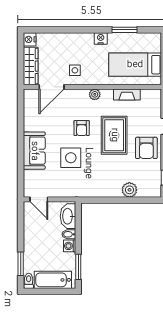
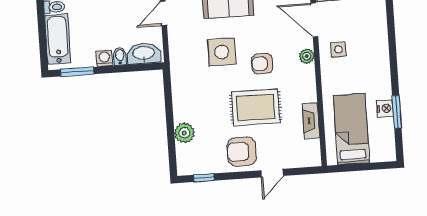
nightstand: (101, 38) -> (385, 108), moved
plant: (95, 94) -> (307, 56), moved

